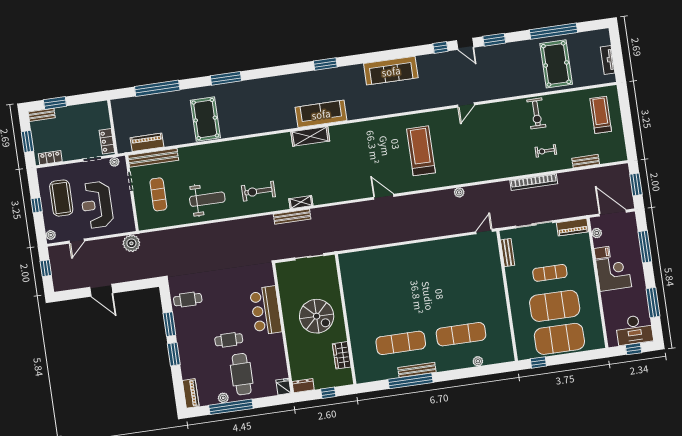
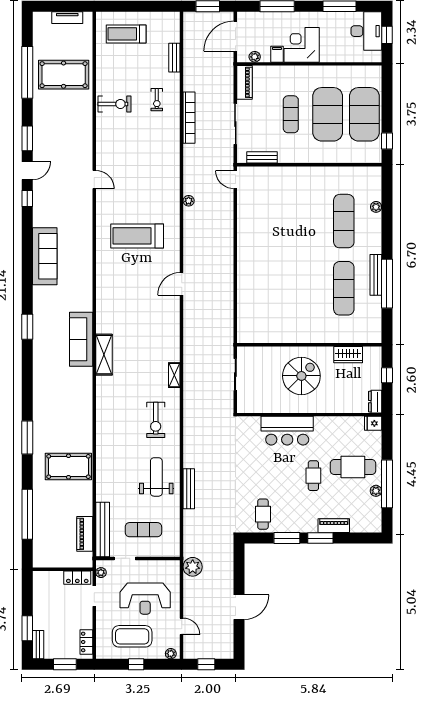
bench: (292, 217) -> (189, 489), moved
piano: (191, 393) -> (334, 526), moved

